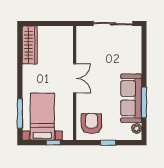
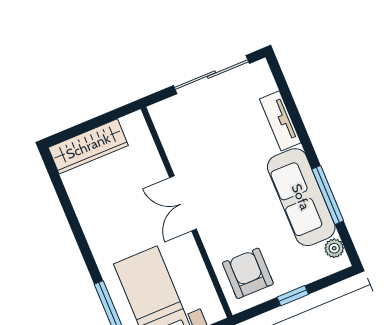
wardrobe: (30, 45) -> (88, 146), moved, turned 90
tv unit: (136, 59) -> (280, 121), added
double door: (75, 78) -> (183, 203), swing flipped

